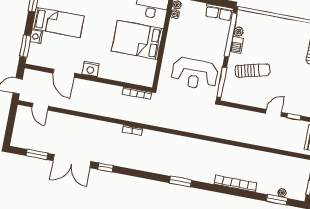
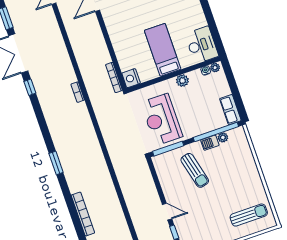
plant: (172, 38) -> (182, 81), added
bed: (137, 40) -> (163, 50), width x0.67
nightstand: (90, 69) -> (131, 78), moved

